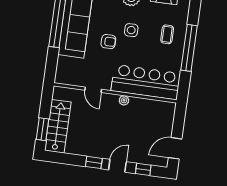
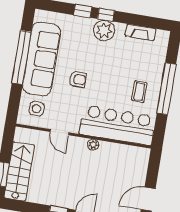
side table: (131, 30) -> (37, 109), moved
coffee table: (167, 34) -> (139, 92), moved

